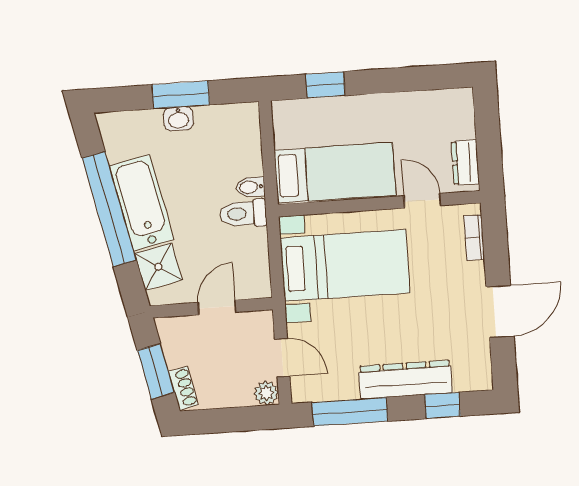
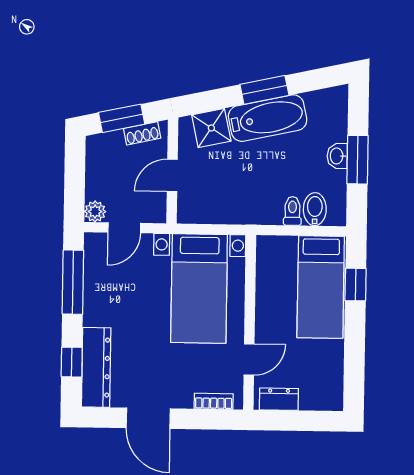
bed: (335, 173) -> (321, 287), moved
bidet: (250, 187) -> (315, 209), moved, width x1.38, depth x1.36
window: (109, 209) -> (264, 90), width x0.47
toilet: (243, 214) -> (292, 211), moved, width x0.73, depth x0.72
door: (217, 307) -> (172, 175), swing flipped
dresser: (406, 380) -> (96, 367), moved
shoe rack: (183, 388) -> (142, 133), moved

